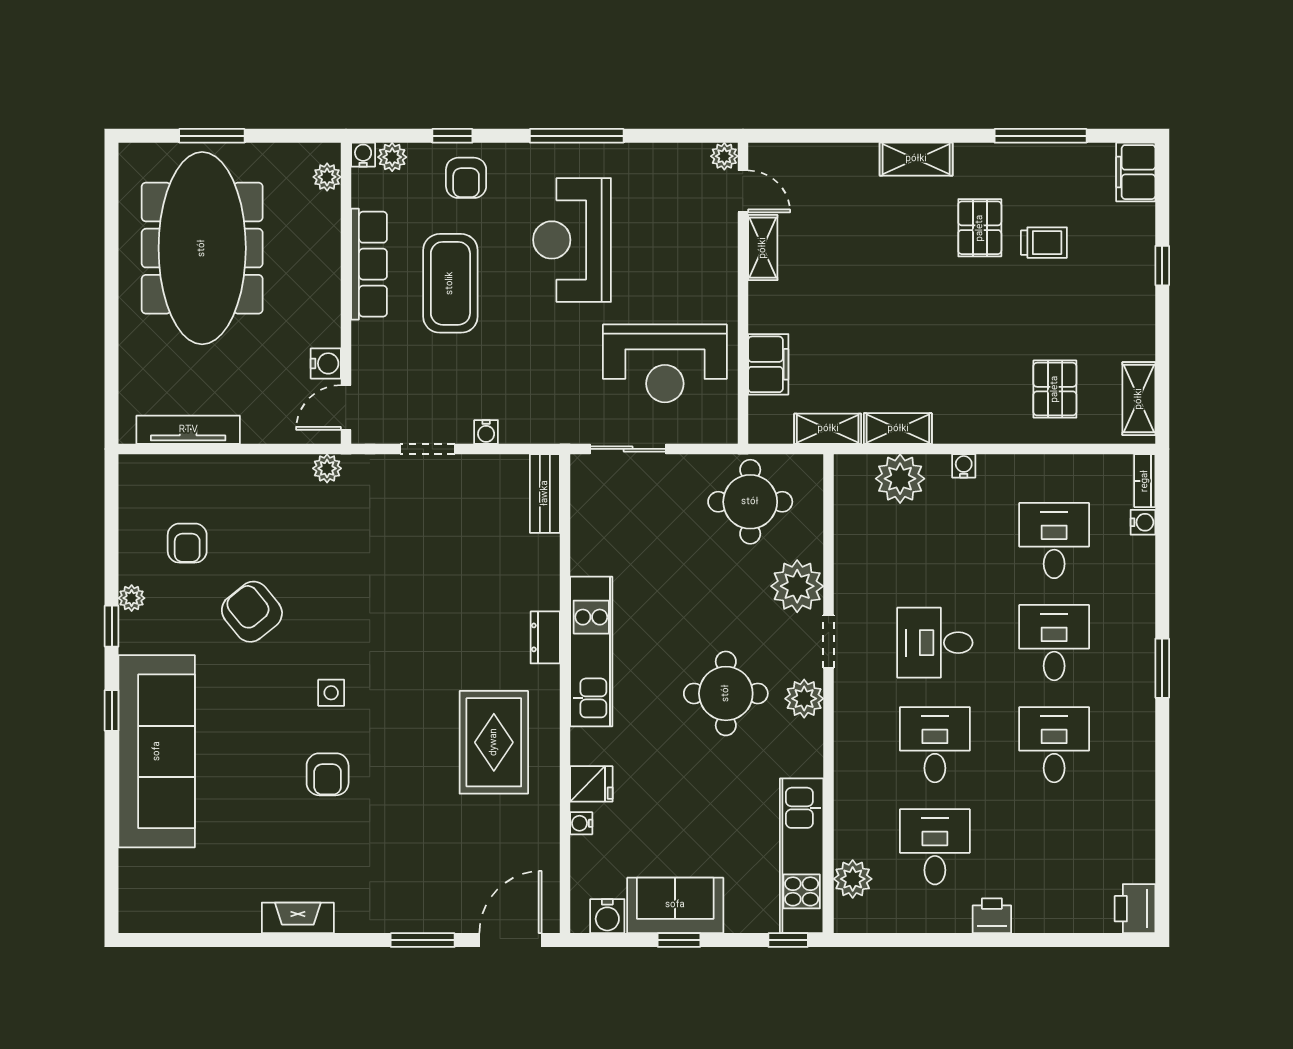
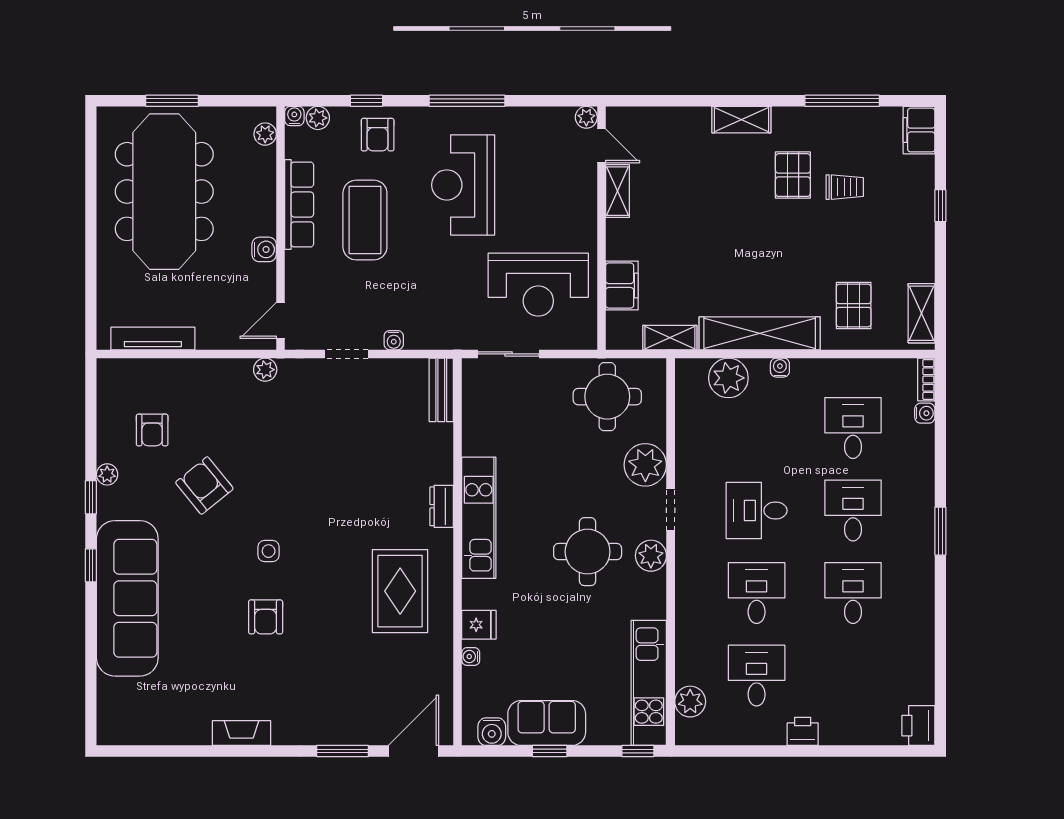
water cooler: (326, 363) -> (264, 249), moved
shelving: (898, 429) -> (760, 333), width x2.20, depth x1.33

